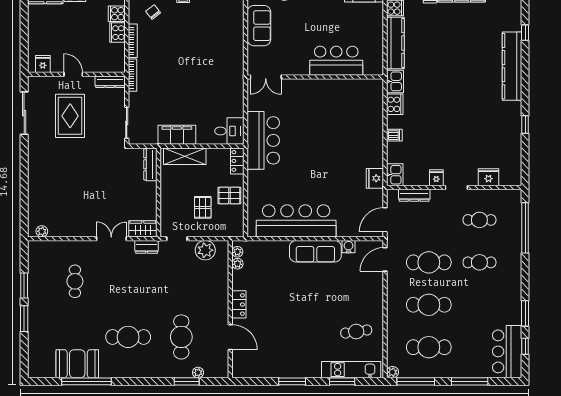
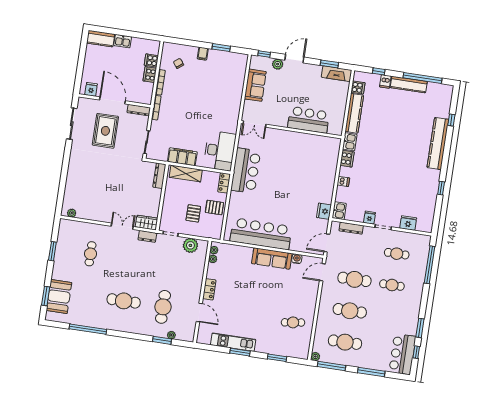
door: (73, 74) -> (112, 100), width x1.88
desk: (229, 131) -> (220, 151), width x1.87, depth x1.30
window: (24, 319) -> (46, 296), moved
booth: (77, 364) -> (59, 297), moved, turned 90
kitchen unit: (351, 370) -> (233, 342), moved

